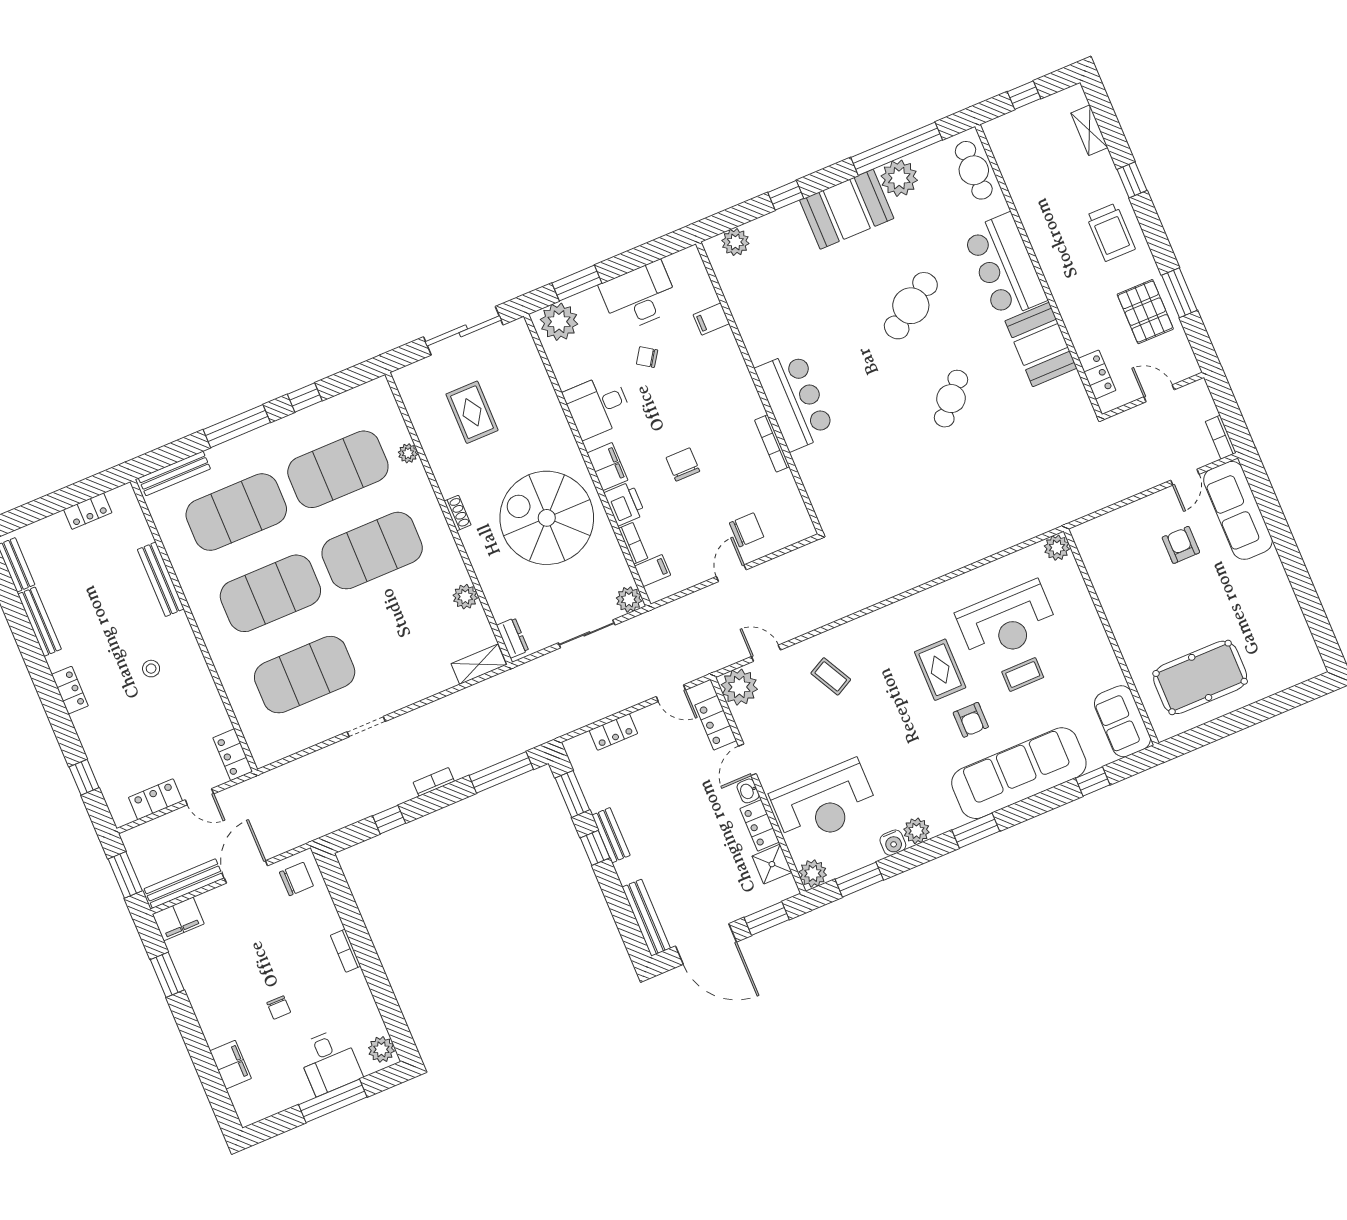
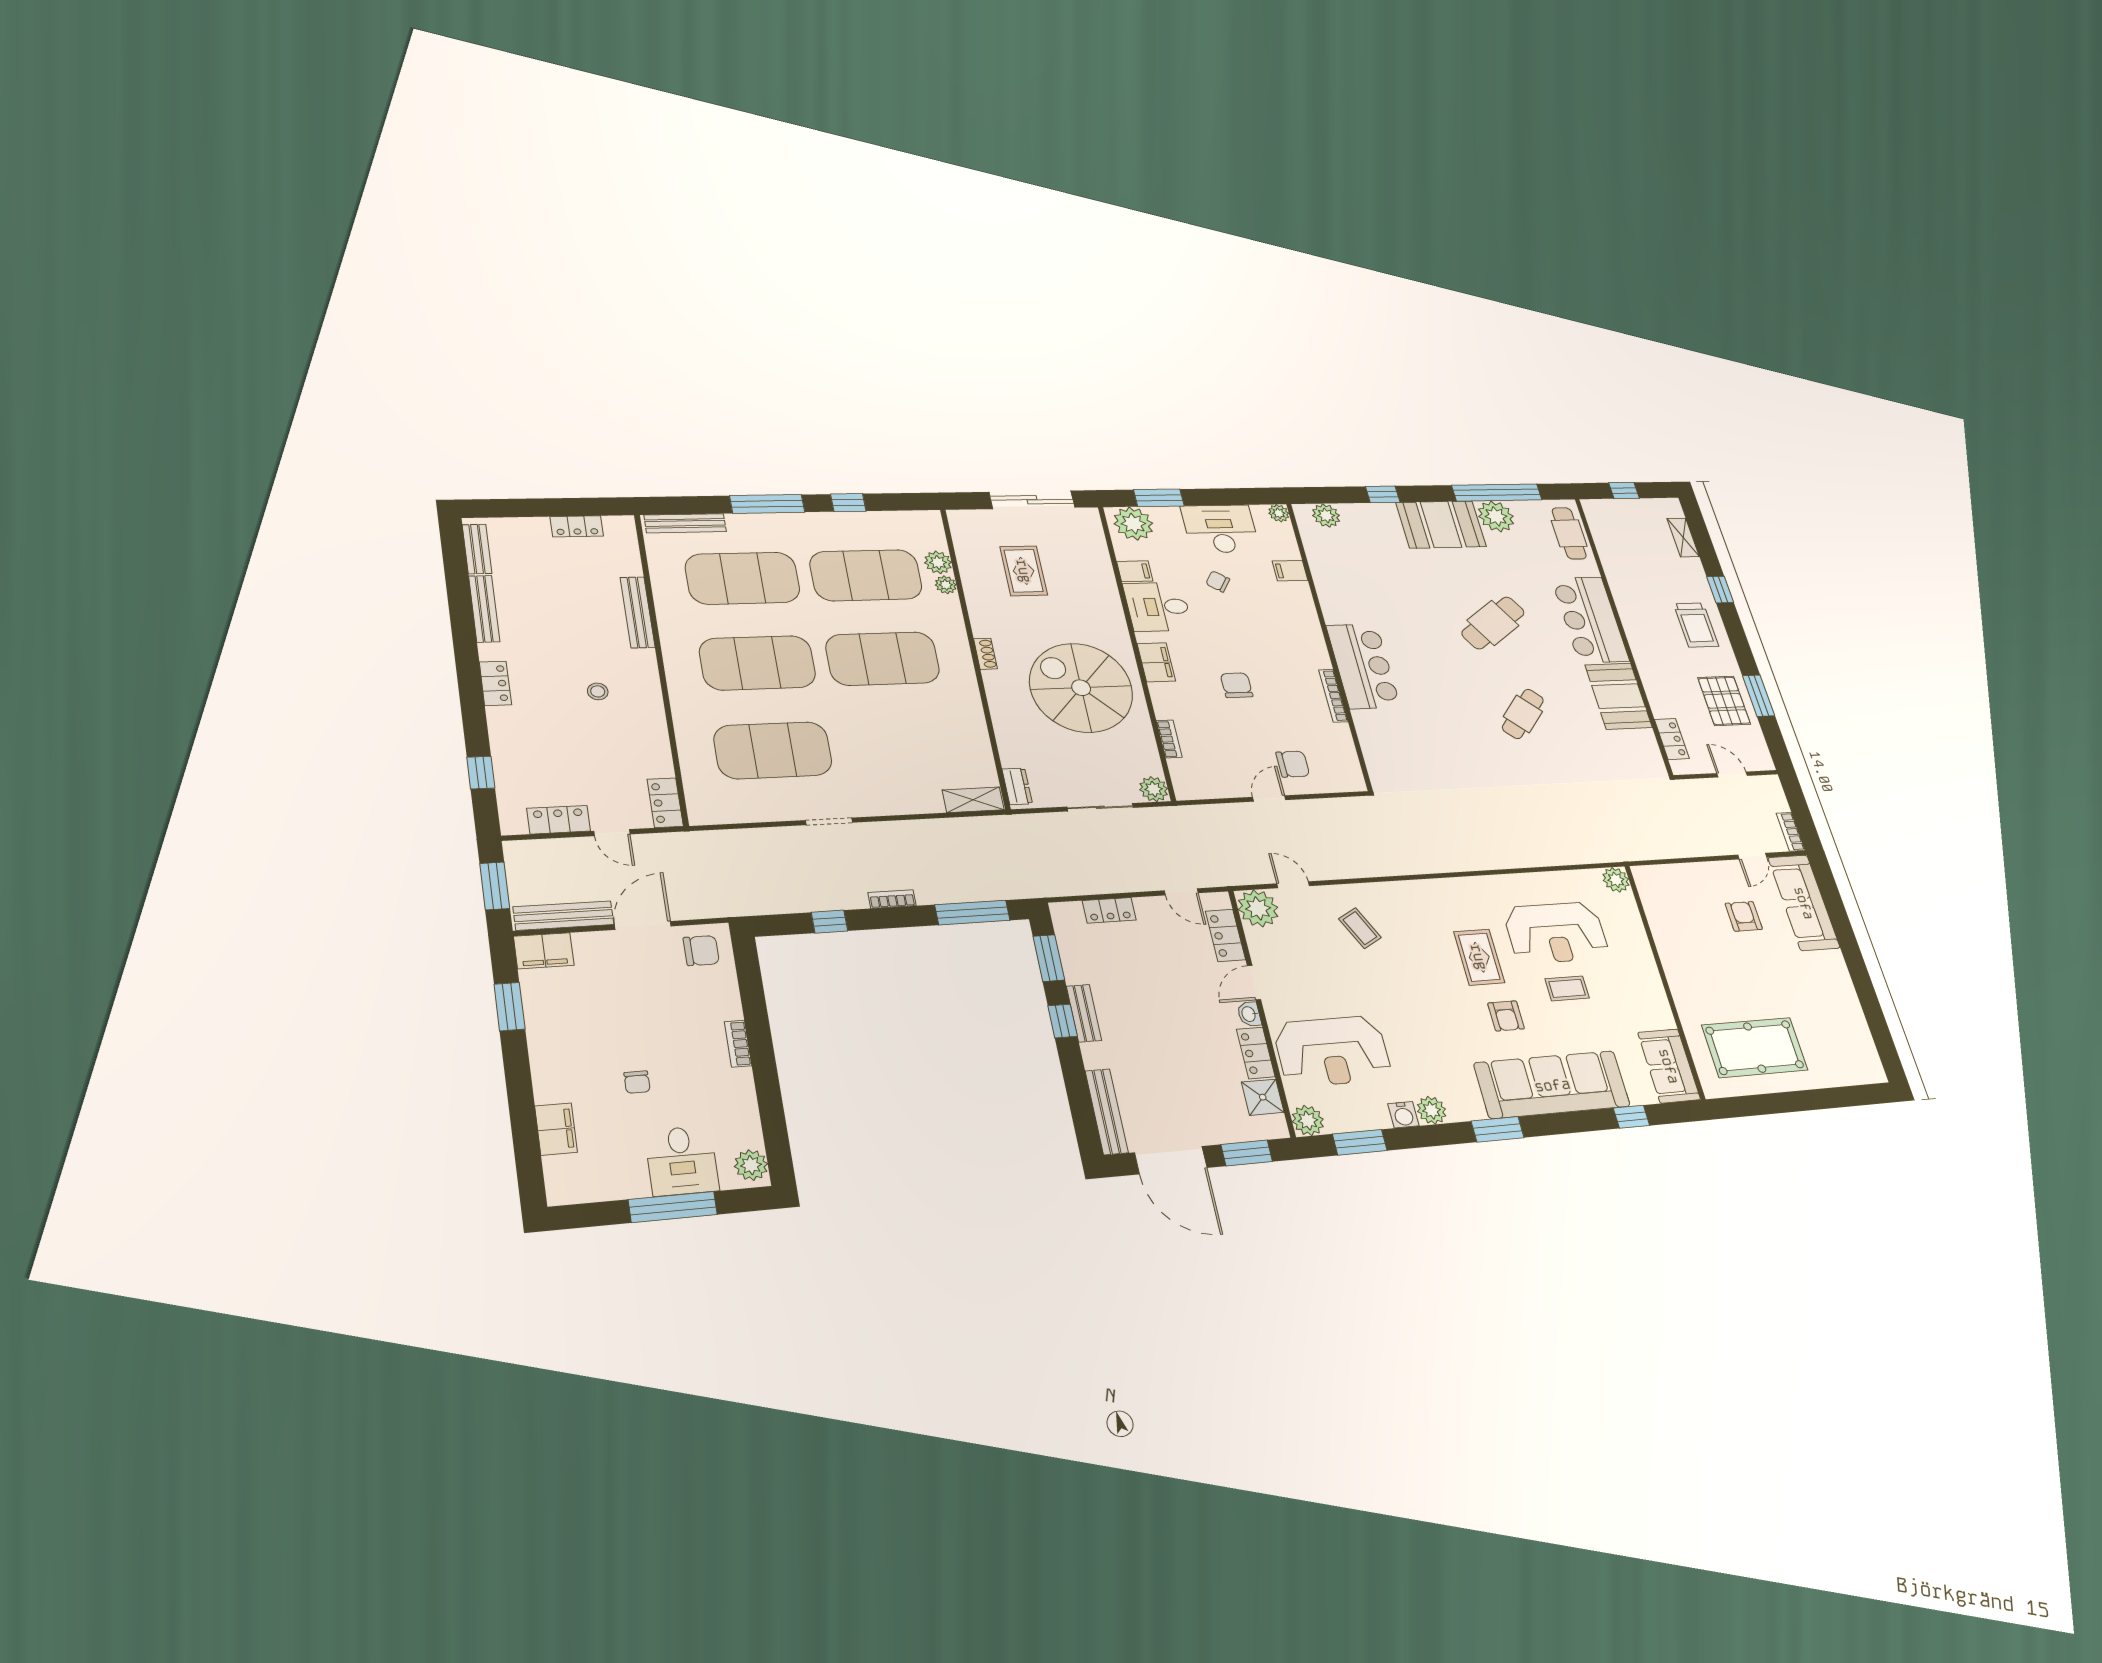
plant: (690, 257) -> (1279, 513), added
printer: (625, 504) -> (1167, 701), removed
filing cabinet: (653, 571) -> (1135, 571), moved
plant: (465, 597) -> (938, 562), moved

